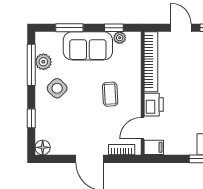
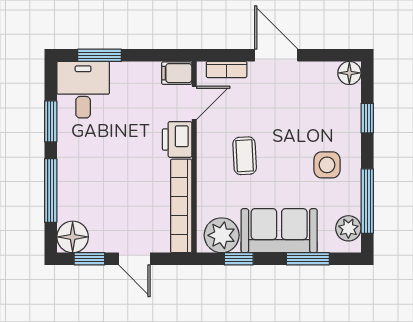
plant: (120, 38) -> (222, 235), width x1.88, depth x1.88
plant: (43, 62) -> (348, 228), moved
side table: (57, 88) -> (327, 165), turned 45

